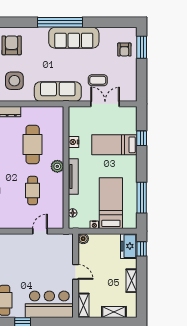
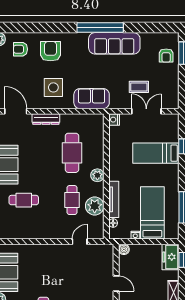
sofa: (58, 92) -> (92, 99), width x0.73
nightstand: (74, 142) -> (114, 120), moved
tv unit: (73, 177) -> (114, 199), moved
plant: (55, 196) -> (95, 206), added

